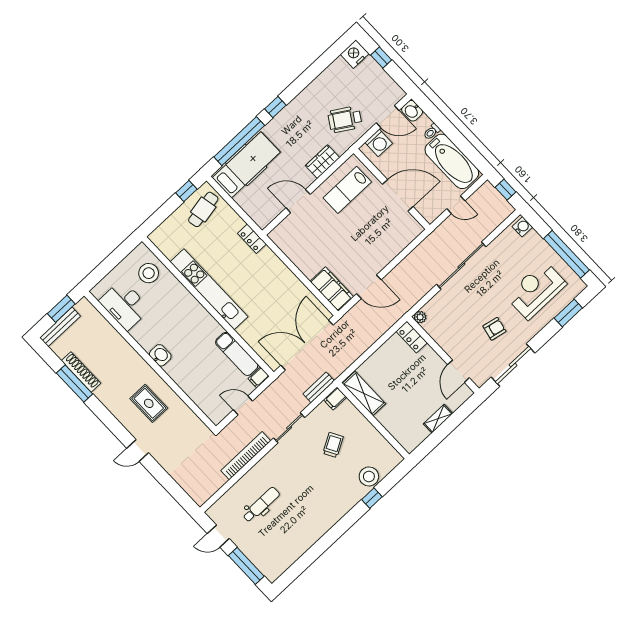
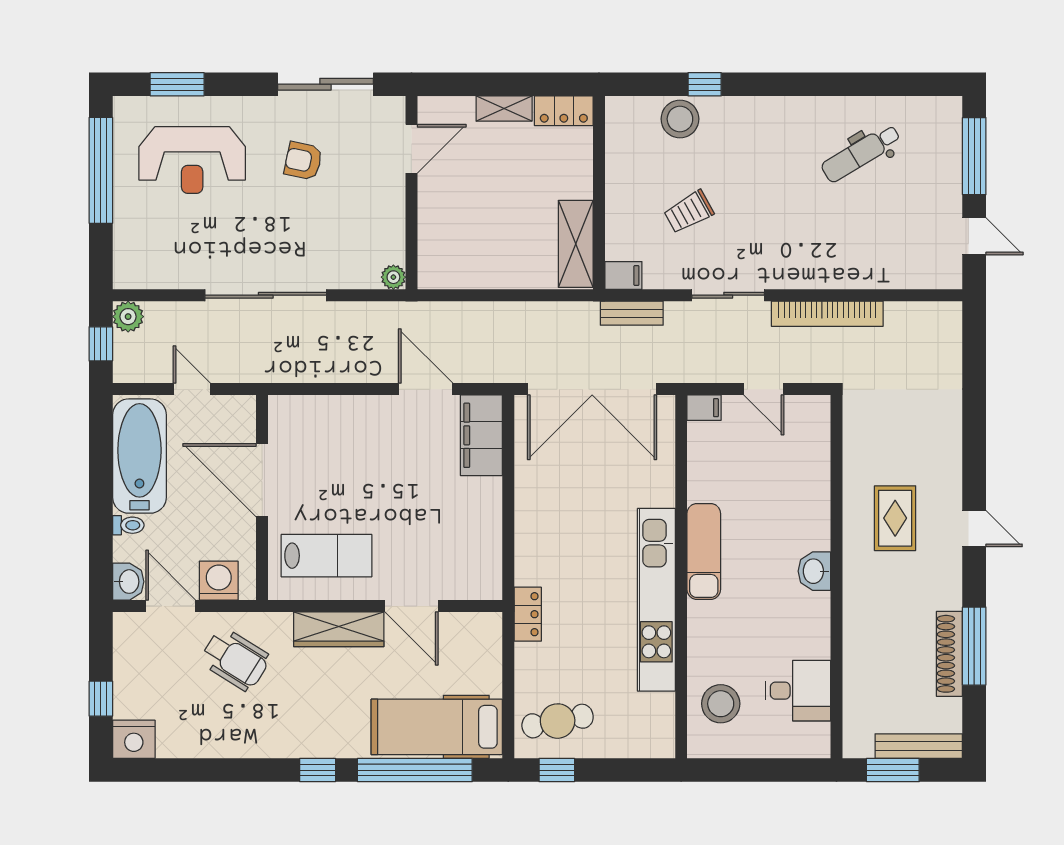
wardrobe: (323, 162) -> (339, 629), width x1.50
plant: (505, 209) -> (128, 317), added
water cooler: (522, 227) -> (127, 269), removed
desk: (124, 305) -> (798, 691), width x0.73
locker: (412, 337) -> (564, 111), moved, turned 90
exam couch: (237, 354) -> (704, 551), moved
door: (138, 450) -> (974, 529), moved
dental chair: (261, 505) -> (861, 153), moved, turned -31

